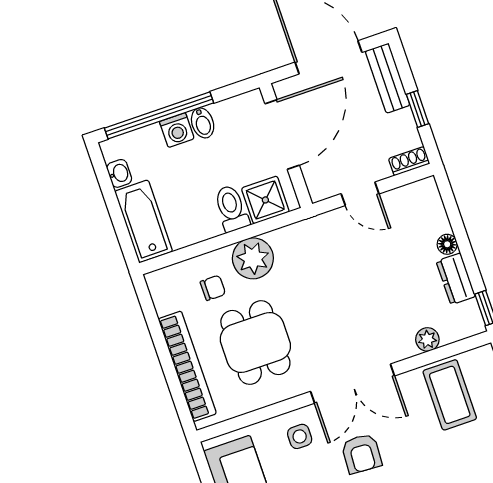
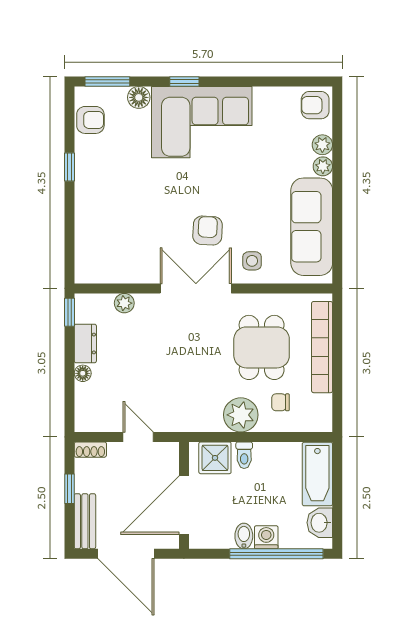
washbasin: (119, 173) -> (320, 523), width x1.38, depth x1.45
toilet: (231, 208) -> (244, 455), width x0.73, depth x0.72
coffee table: (450, 395) -> (122, 253), removed

